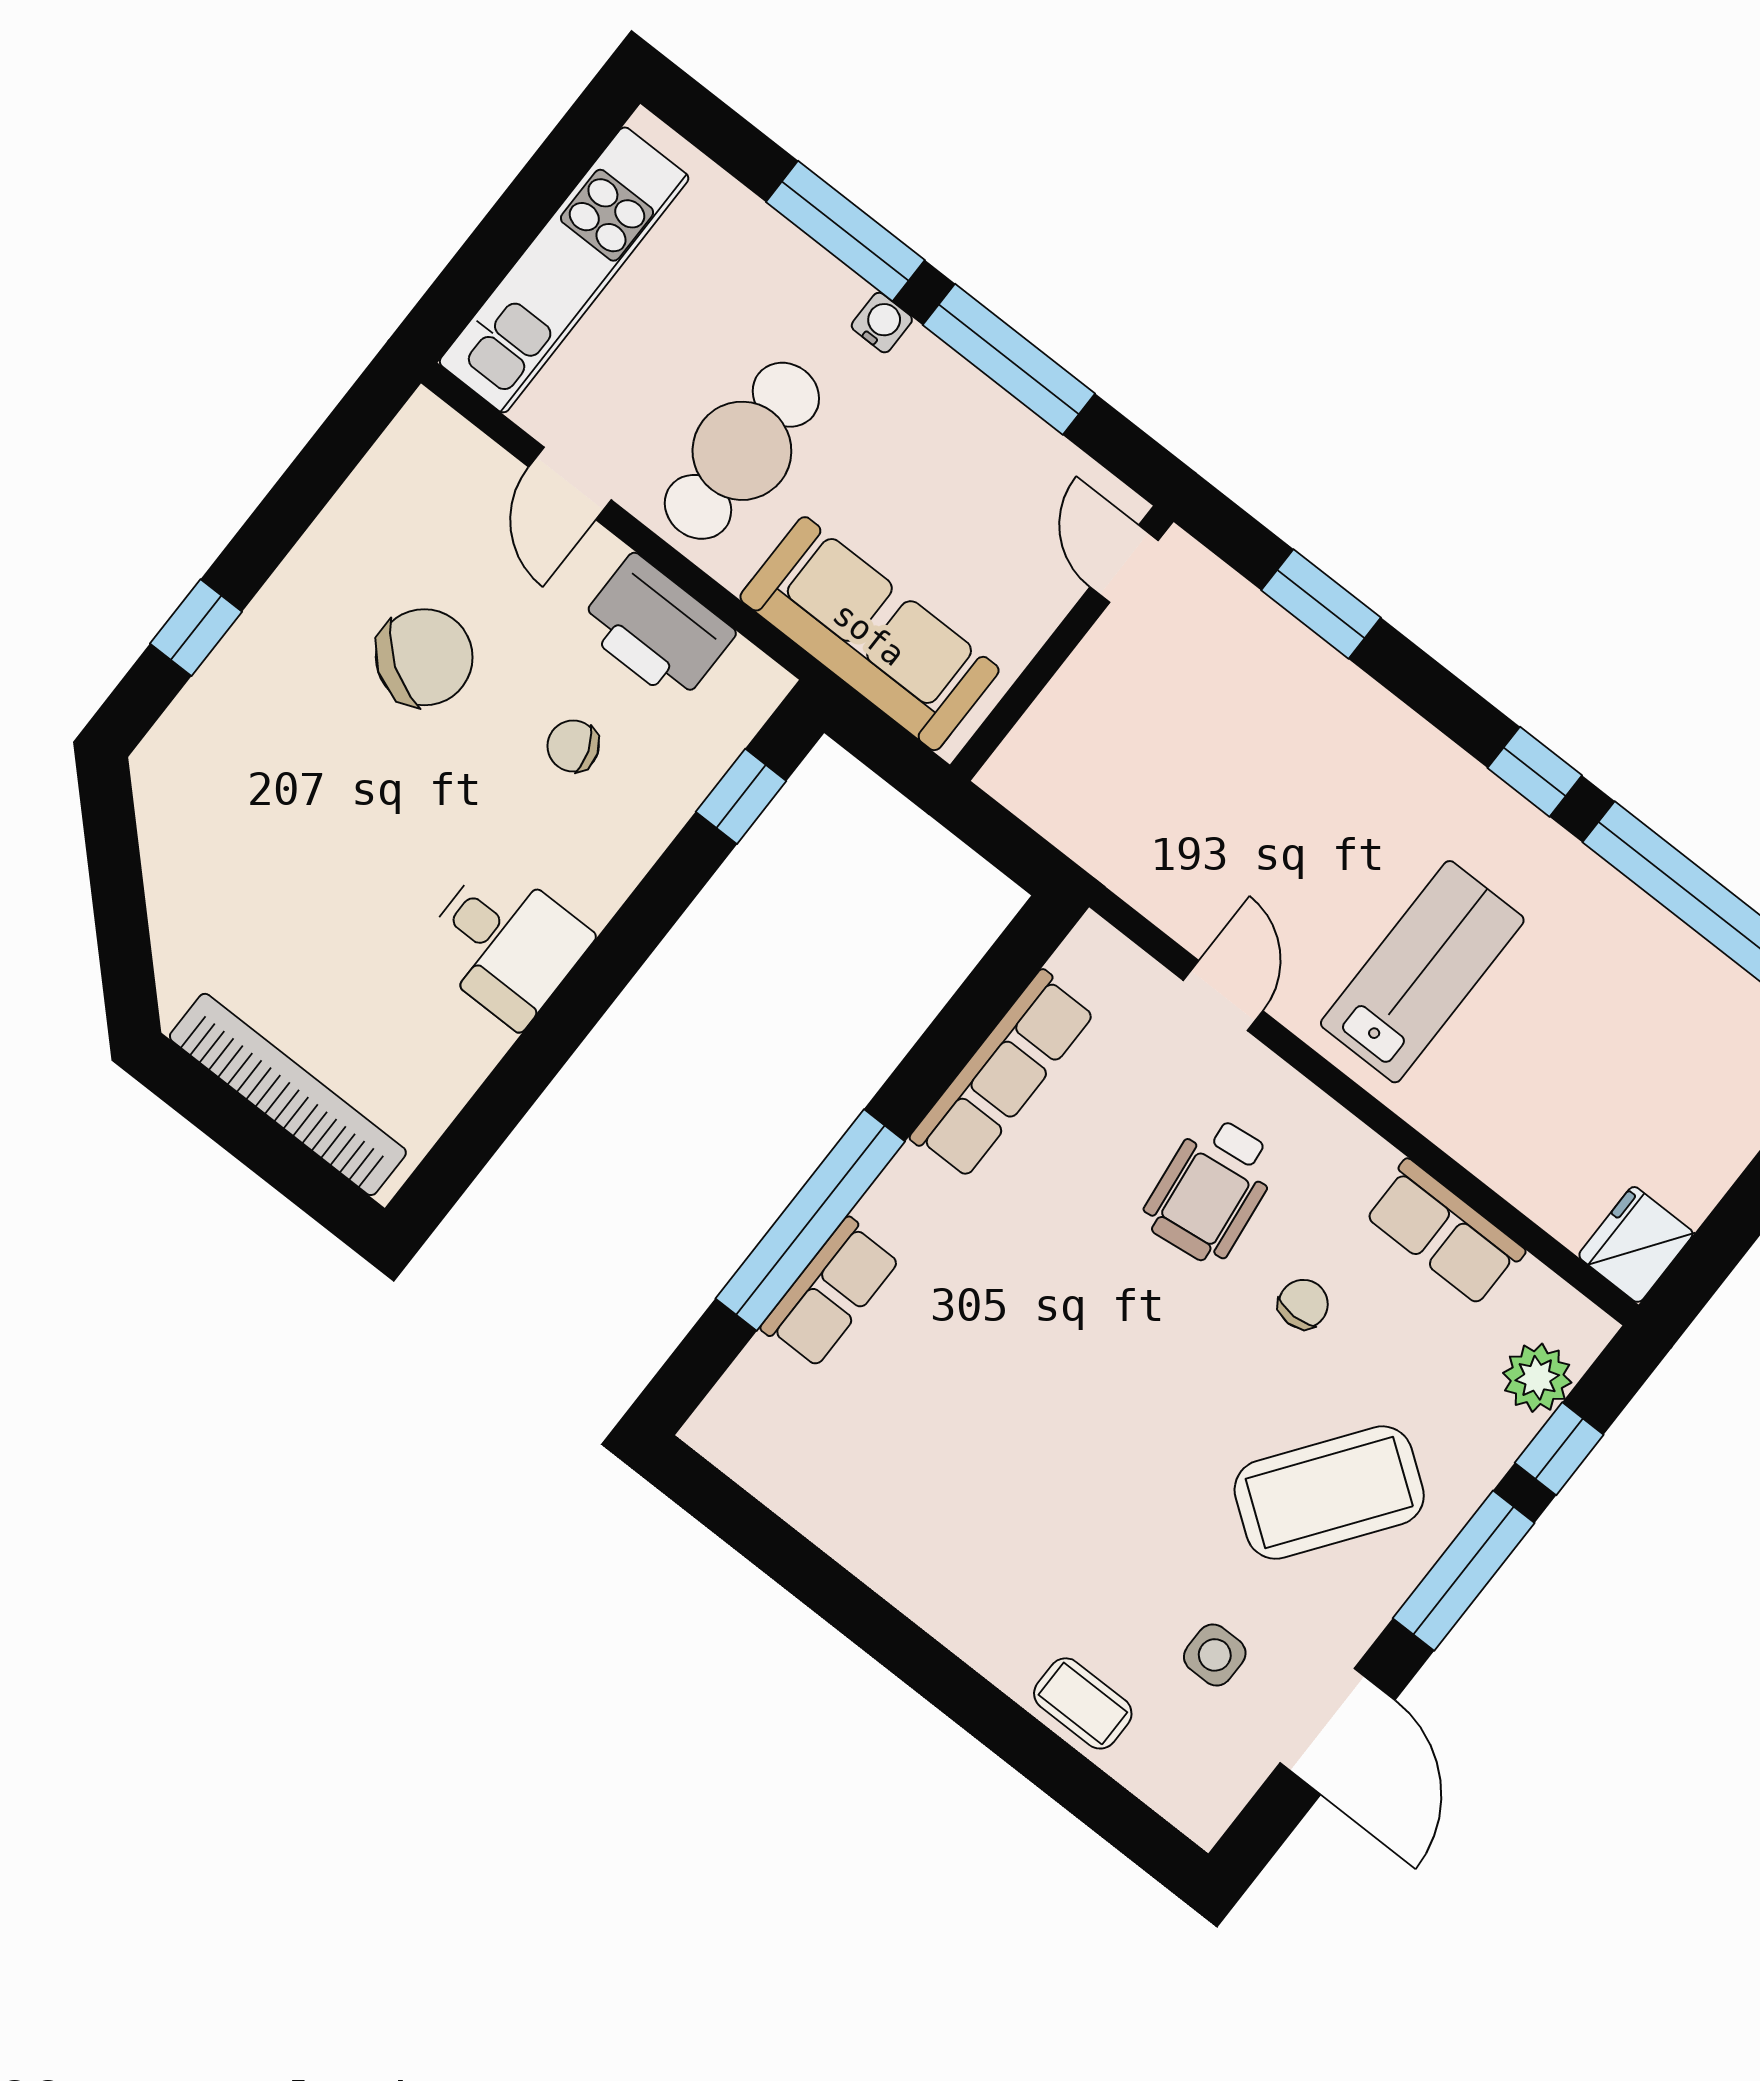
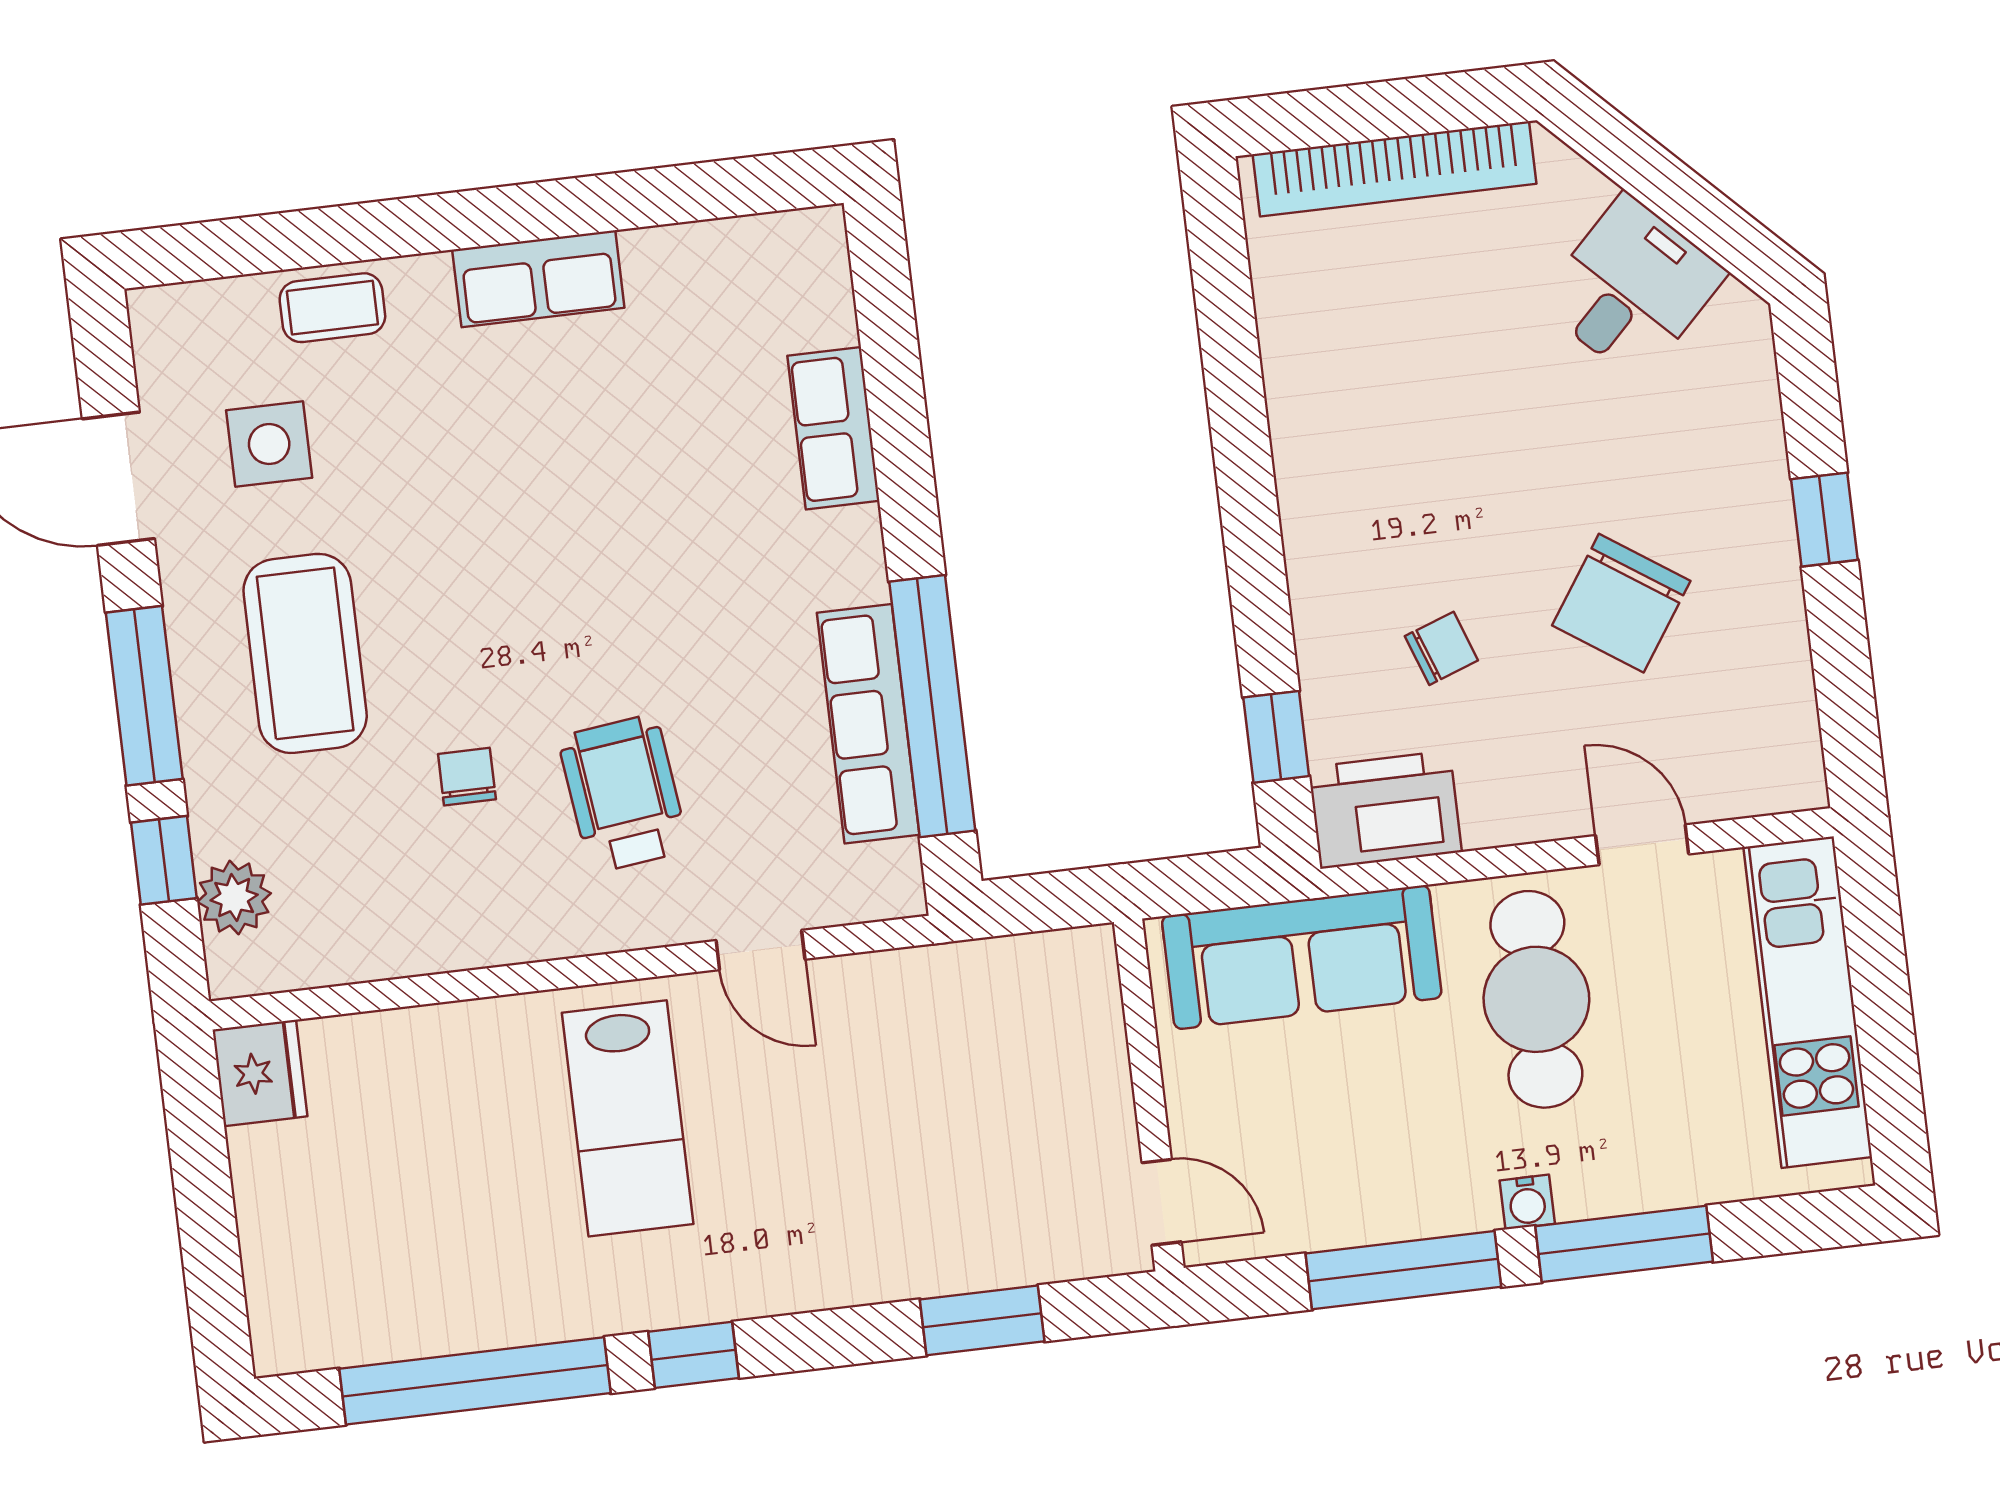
window: (196, 628) -> (1824, 520), moved
printer: (656, 629) -> (1385, 810), moved
desk: (506, 943) -> (1632, 288), moved, turned 135
window: (810, 1220) -> (932, 706), moved
row of seats: (1444, 1232) -> (538, 279), moved, turned 180
chair: (1303, 1304) -> (467, 777), turned 180
coffee table: (1329, 1493) -> (305, 653), turned -36
side table: (1215, 1655) -> (269, 444), width x1.37, depth x1.37

